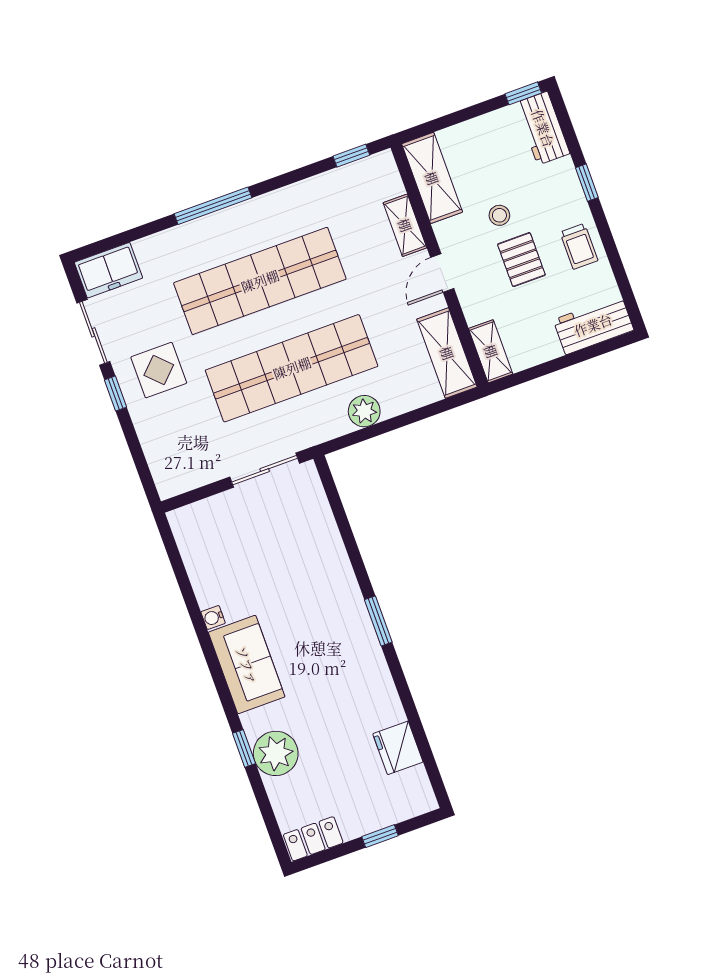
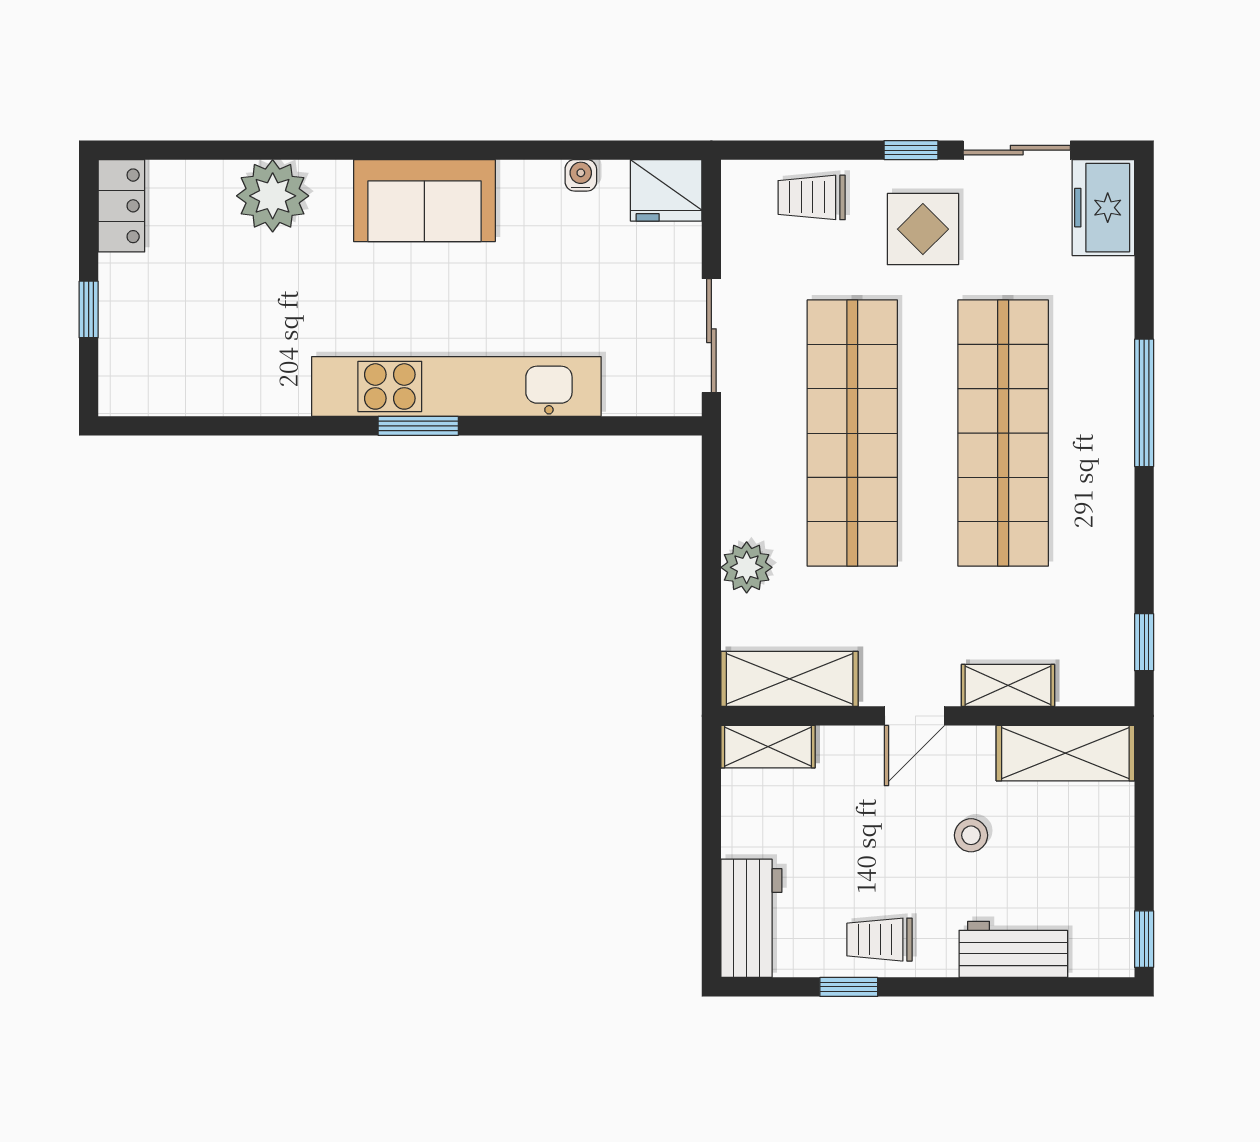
workbench: (543, 128) -> (1013, 949), moved
window: (587, 183) -> (849, 987), moved
pallet: (521, 260) -> (891, 844), removed
door: (442, 273) -> (915, 716), swing flipped
plant: (364, 411) -> (747, 567), moved
trolley: (164, 441) -> (812, 197), added
kitchen unit: (348, 607) -> (456, 386), added
water cooler: (213, 617) -> (581, 175), moved
window: (244, 748) -> (298, 150), removed
fridge: (398, 748) -> (666, 190), moved, turned 180

